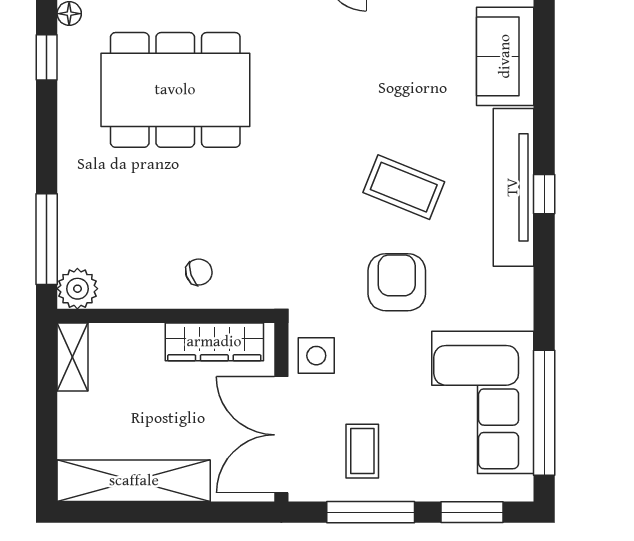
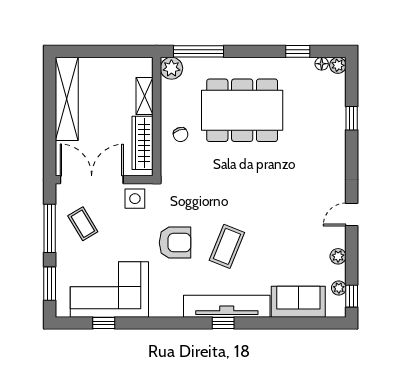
dining table: (175, 90) -> (242, 110), moved, turned 90
shelving: (73, 357) -> (144, 96), moved, turned 90
window: (544, 413) -> (104, 323), width x0.32
coffee table: (362, 451) -> (83, 224), turned 59

